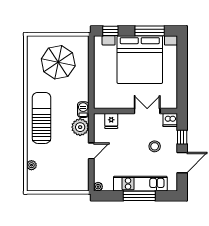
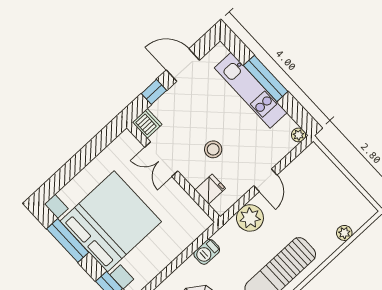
barbecue: (83, 110) -> (207, 252), moved
stool: (155, 146) -> (213, 149), moved
door: (91, 151) -> (265, 180), swing flipped

